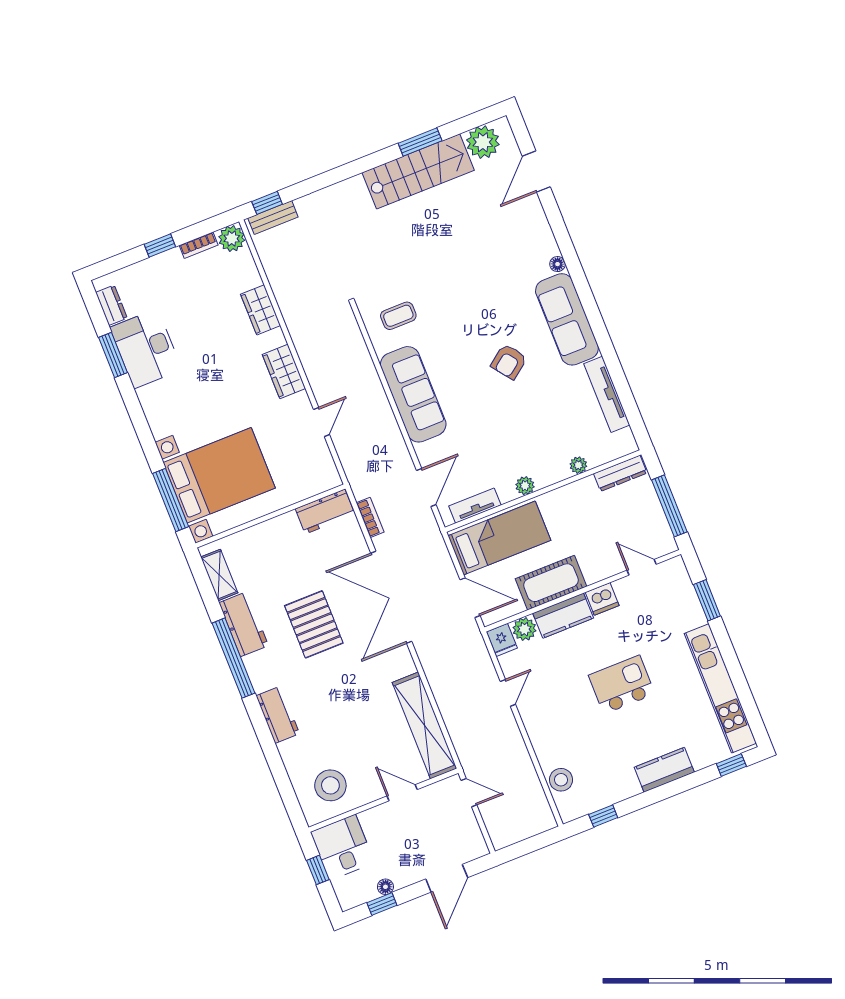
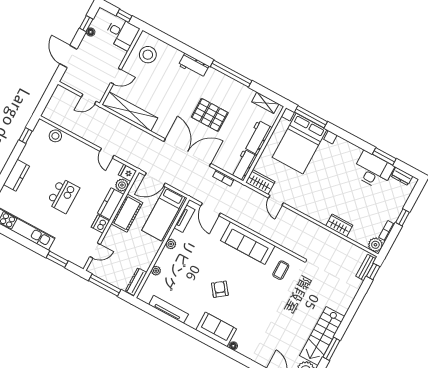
sofa: (567, 319) -> (216, 329), width x0.73
wardrobe: (284, 371) -> (260, 182), moved
workbench: (244, 624) -> (258, 137), moved, turned 90

